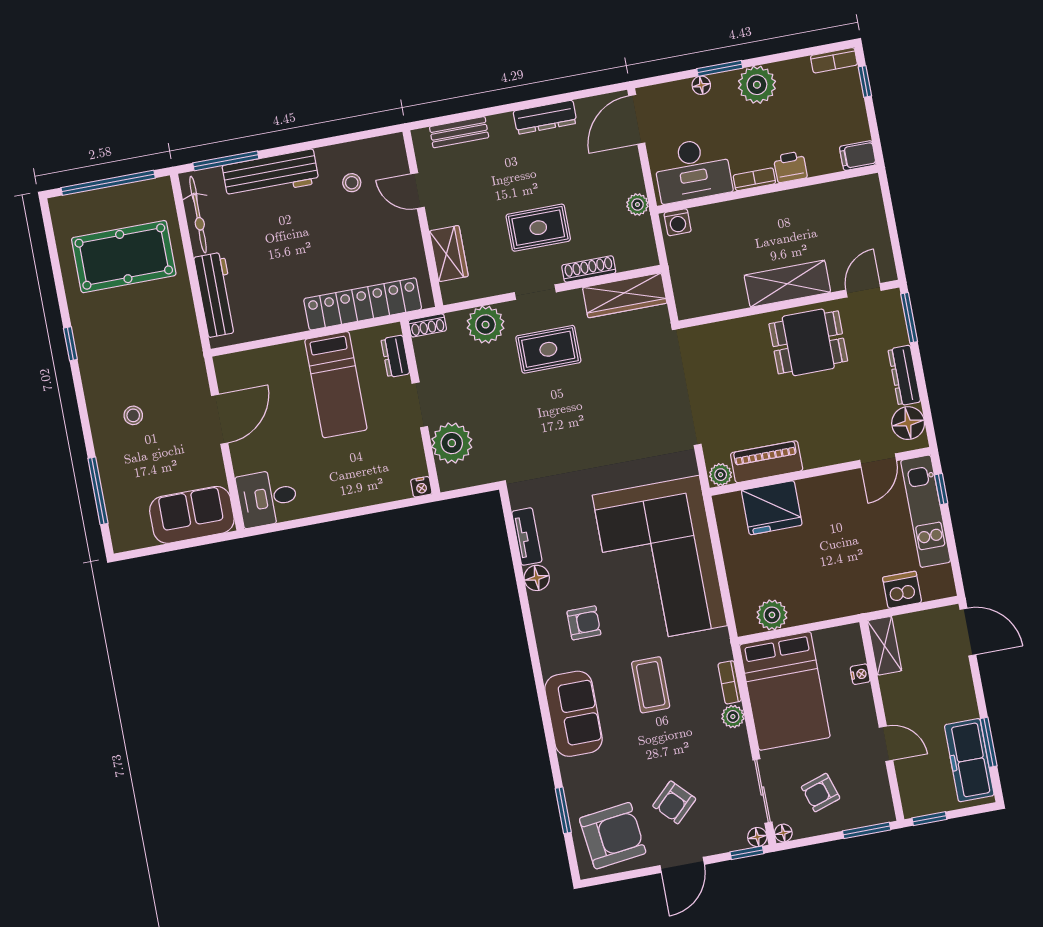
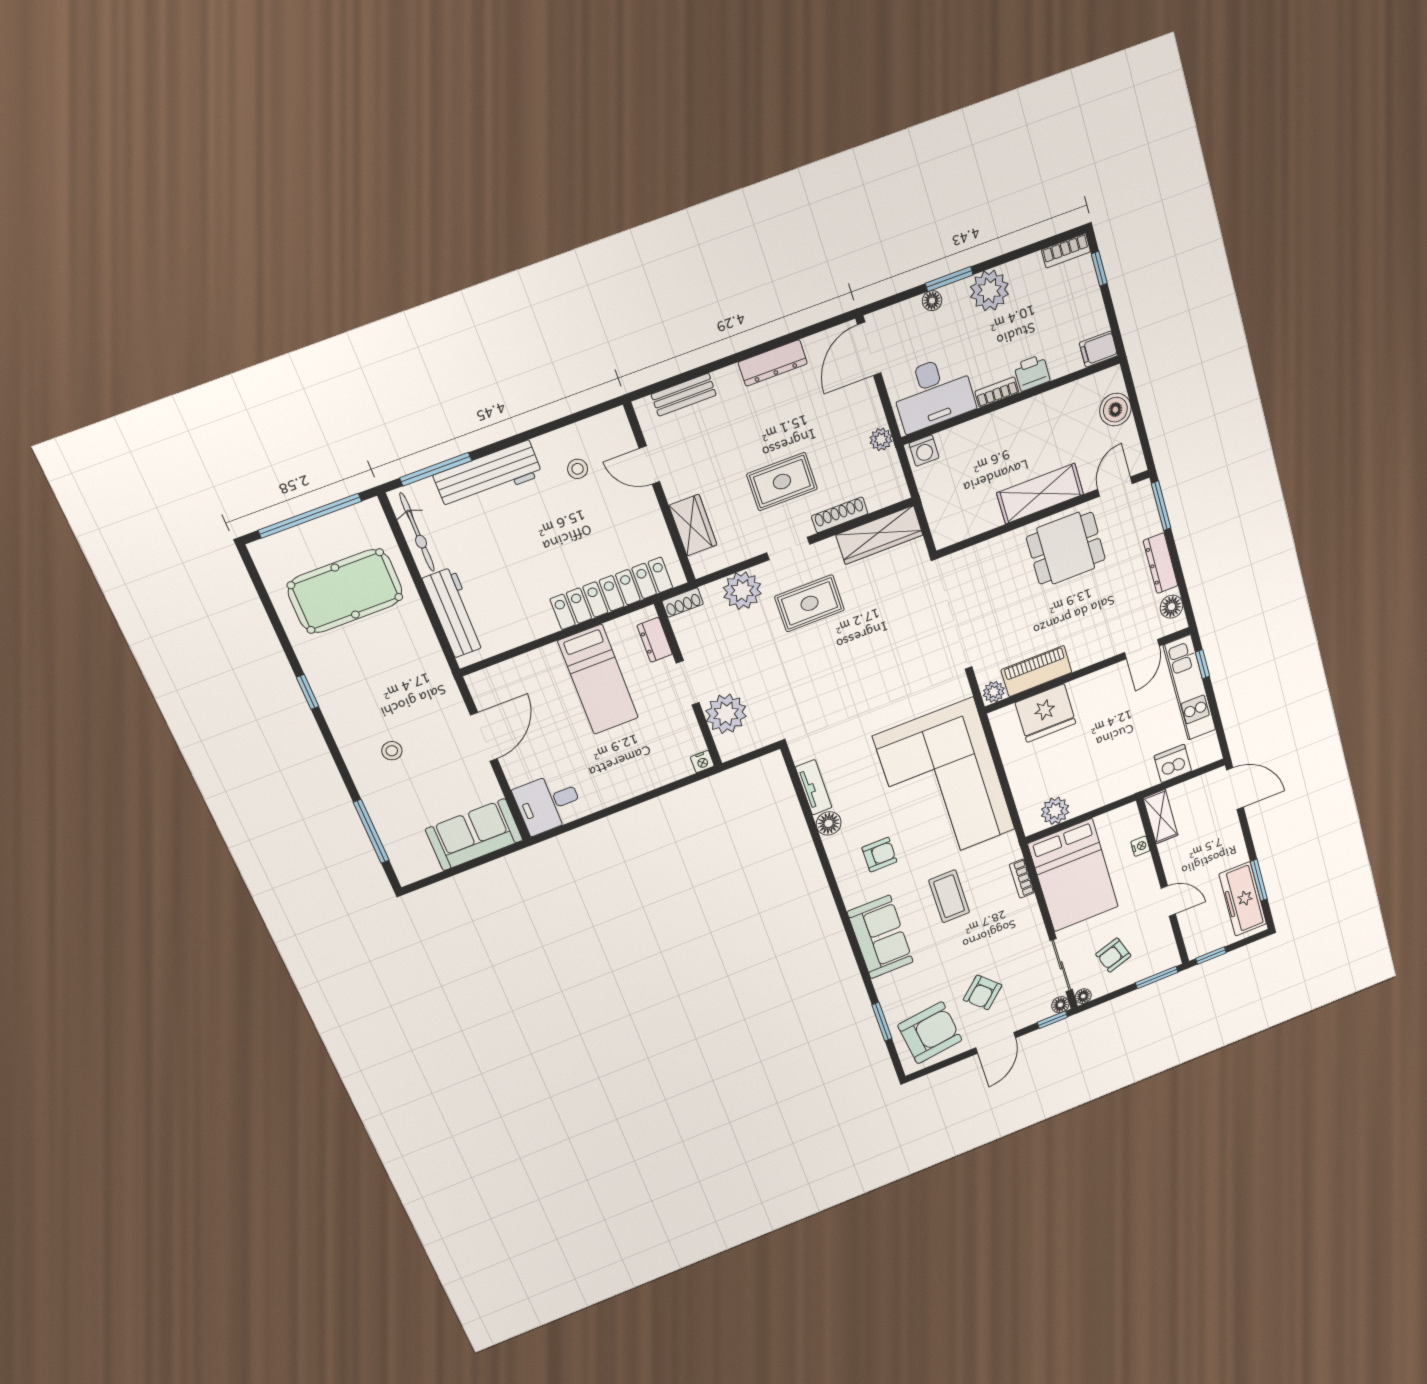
boiler: (870, 216) -> (1115, 410), added
floor lamp: (908, 423) -> (1171, 607), width x0.73, depth x0.73
plant: (733, 717) -> (1028, 908), removed

